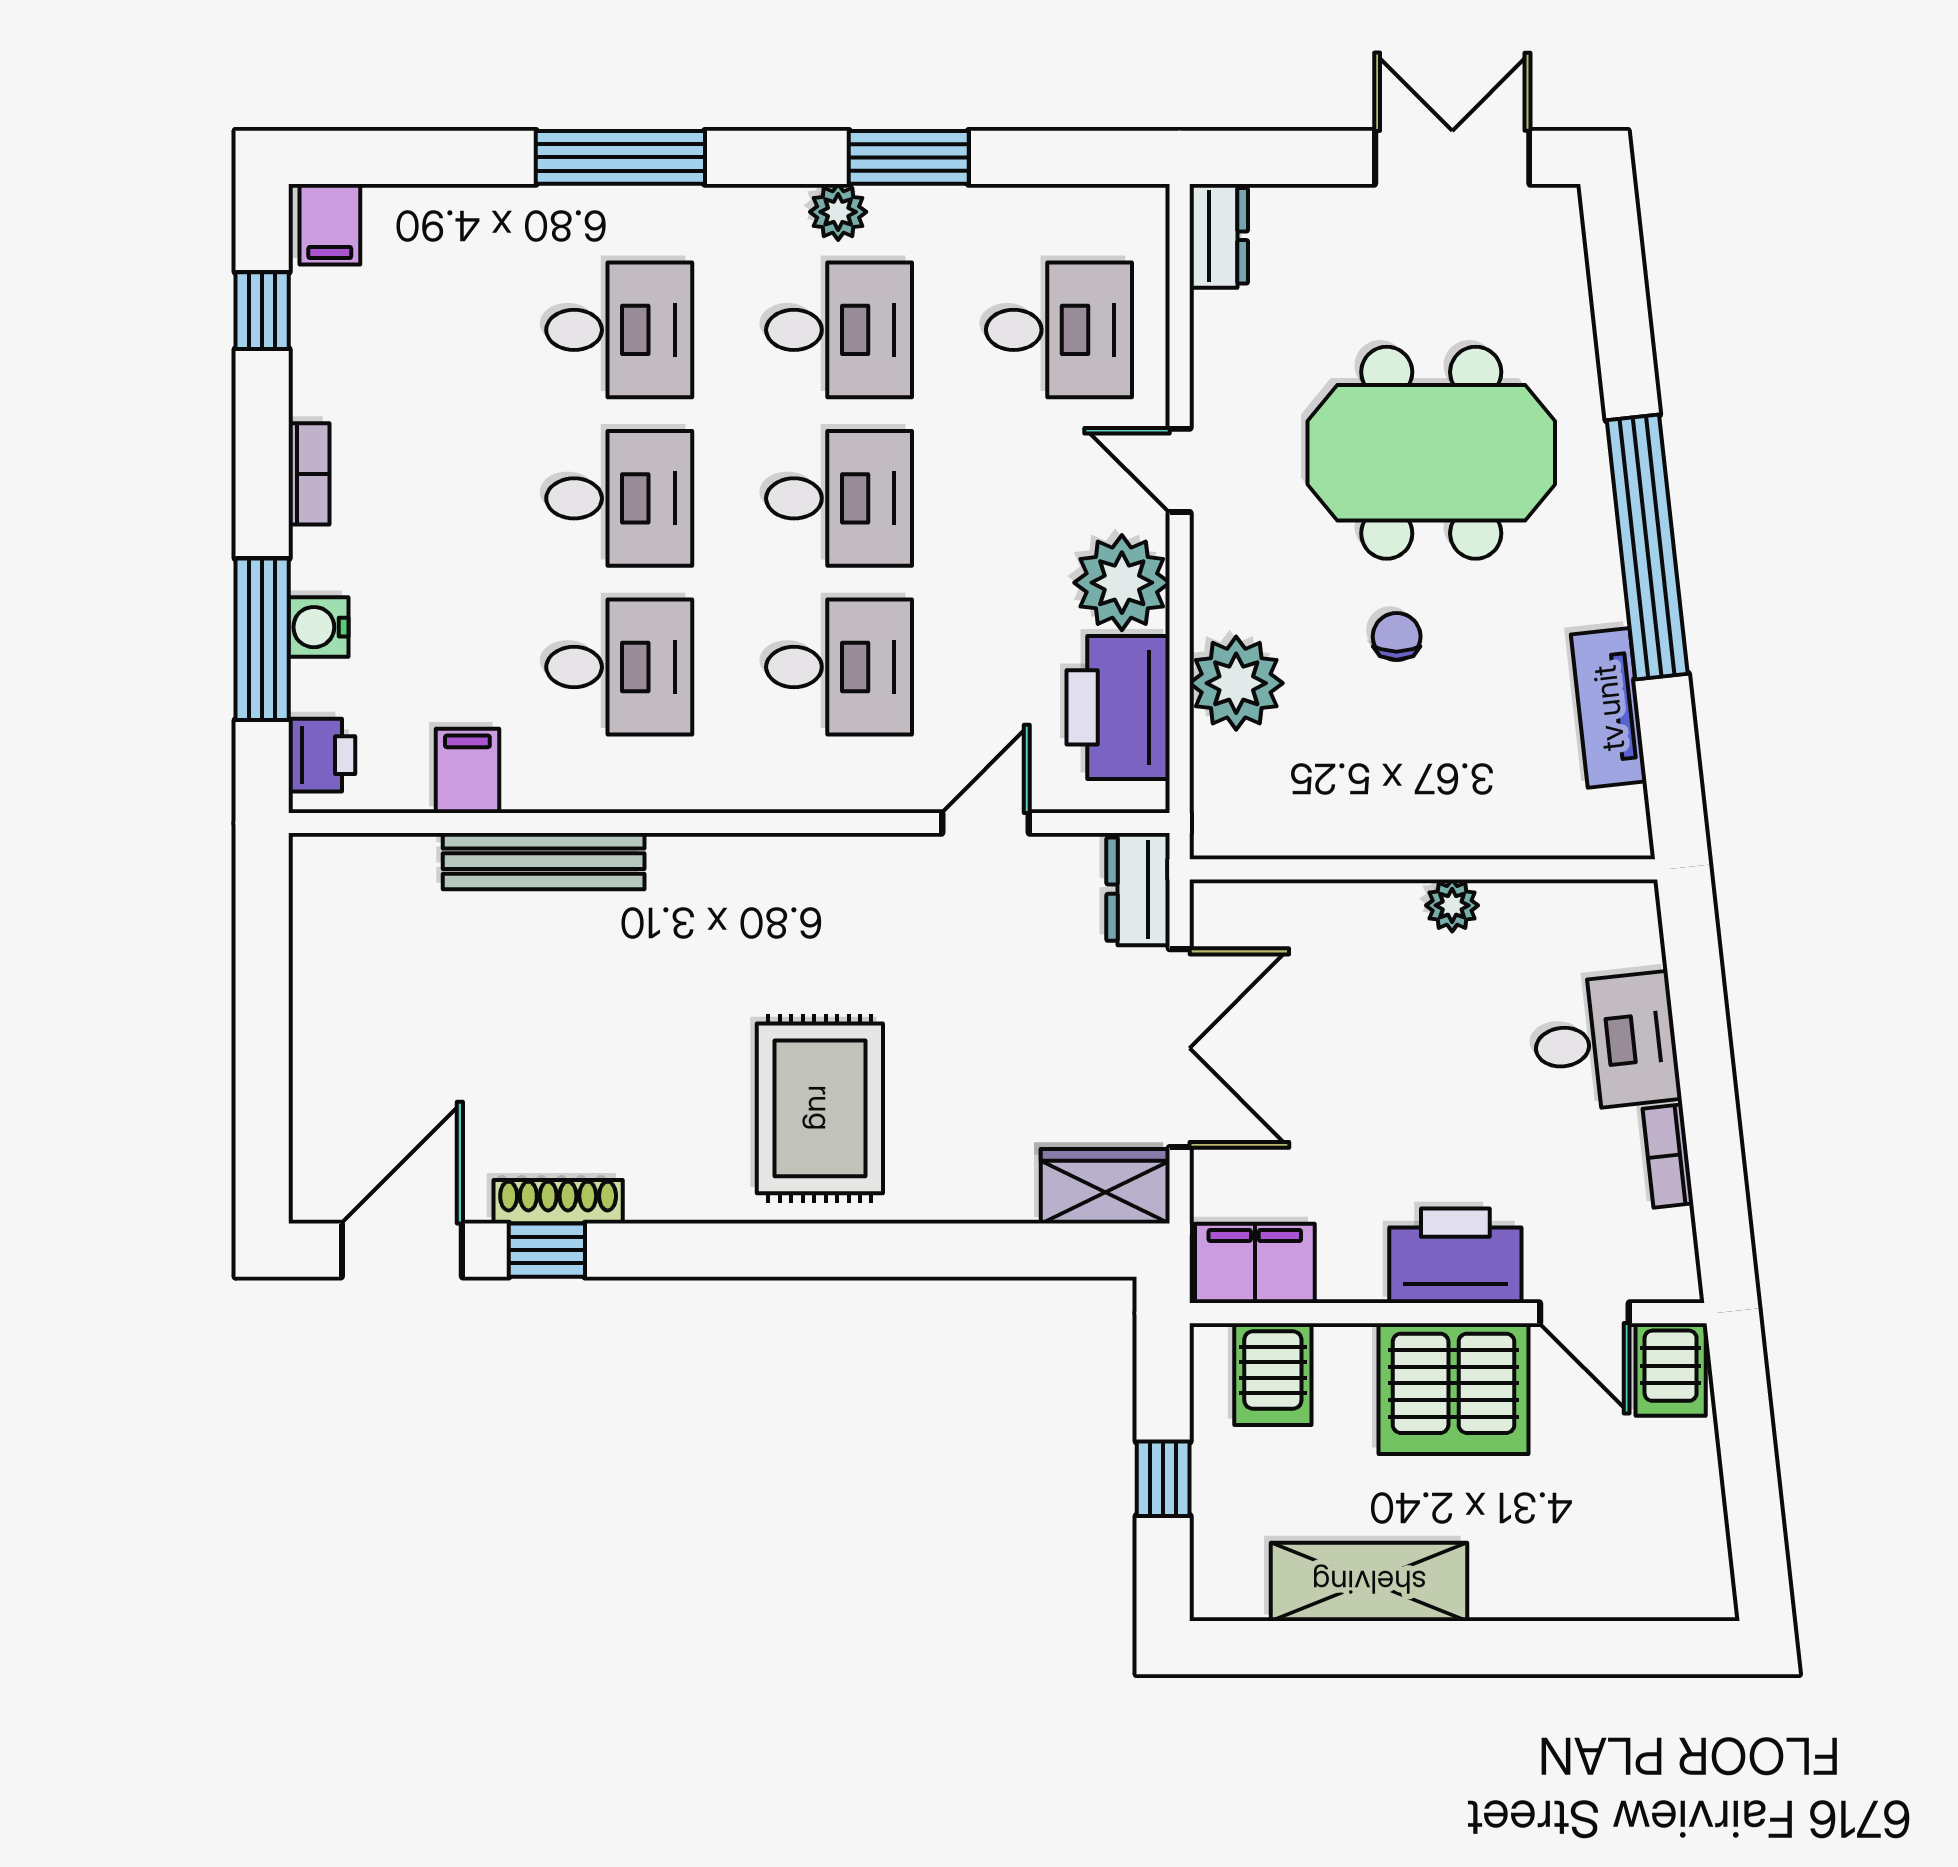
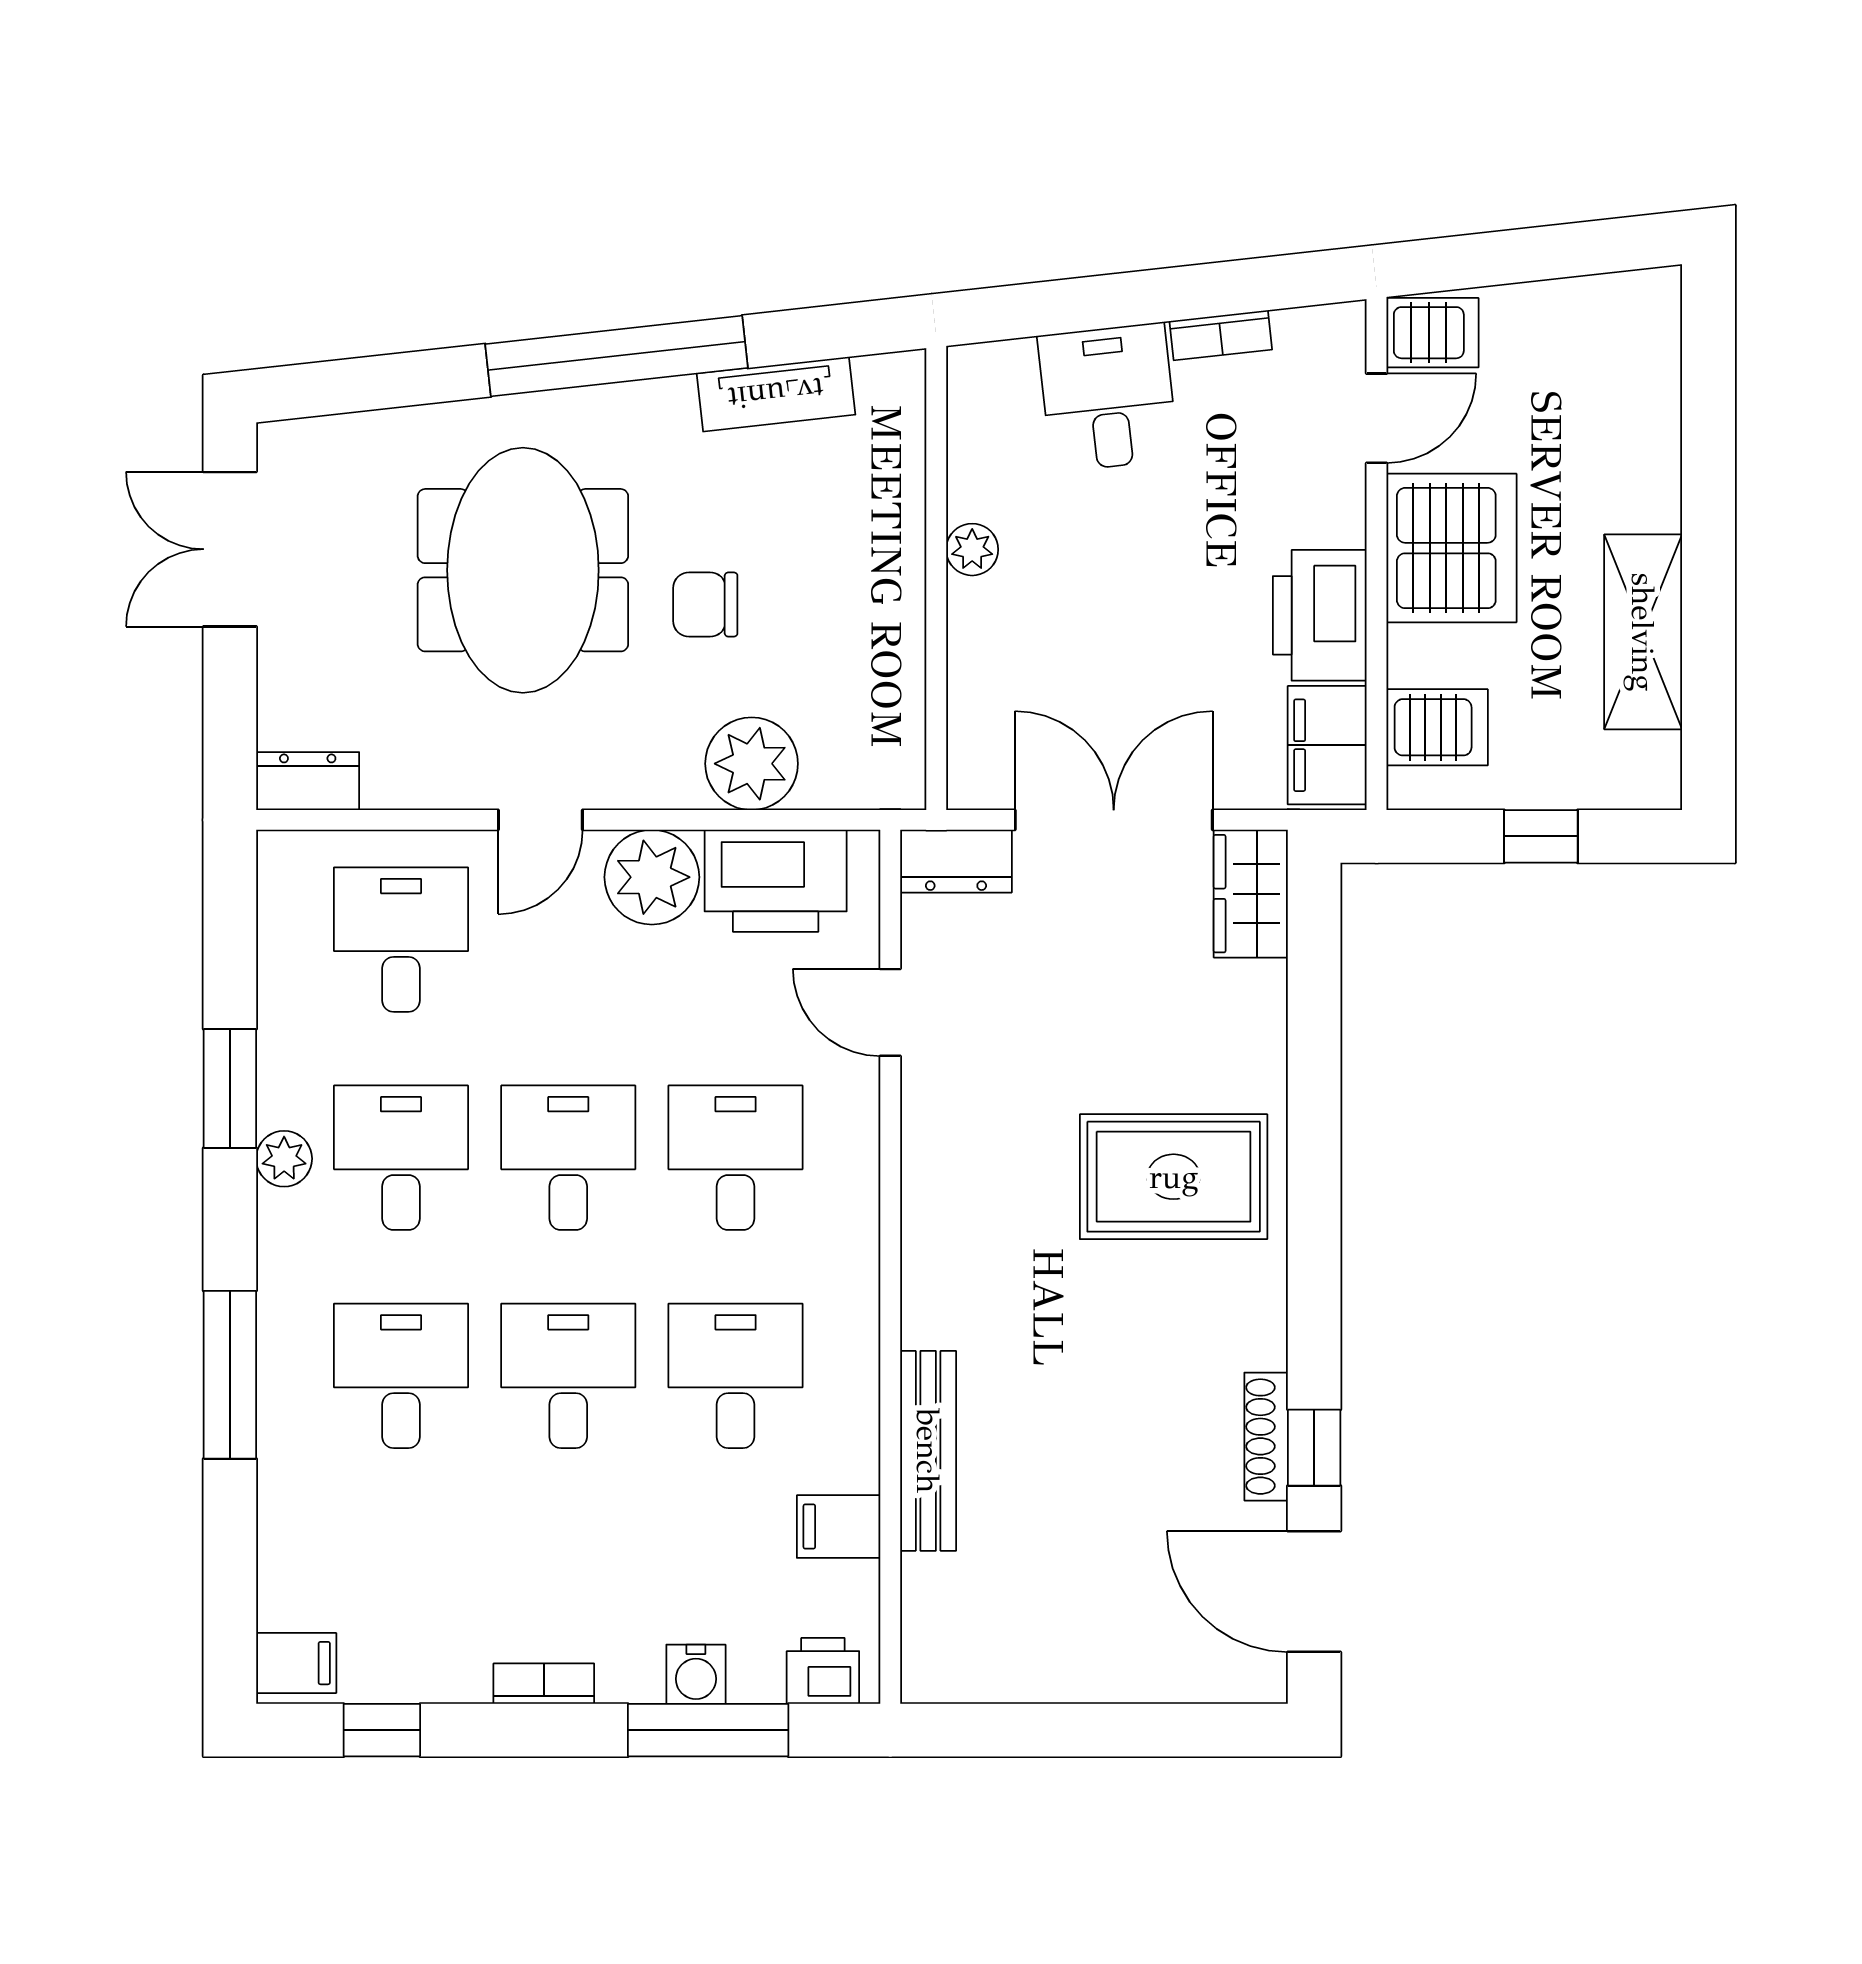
chair: (1397, 637) -> (705, 605), width x1.37, depth x1.37
printer: (1455, 1256) -> (1320, 615), moved

